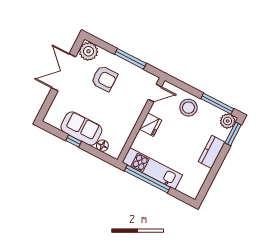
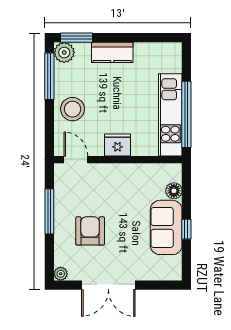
plant: (89, 51) -> (61, 274), width x0.53, depth x0.53

